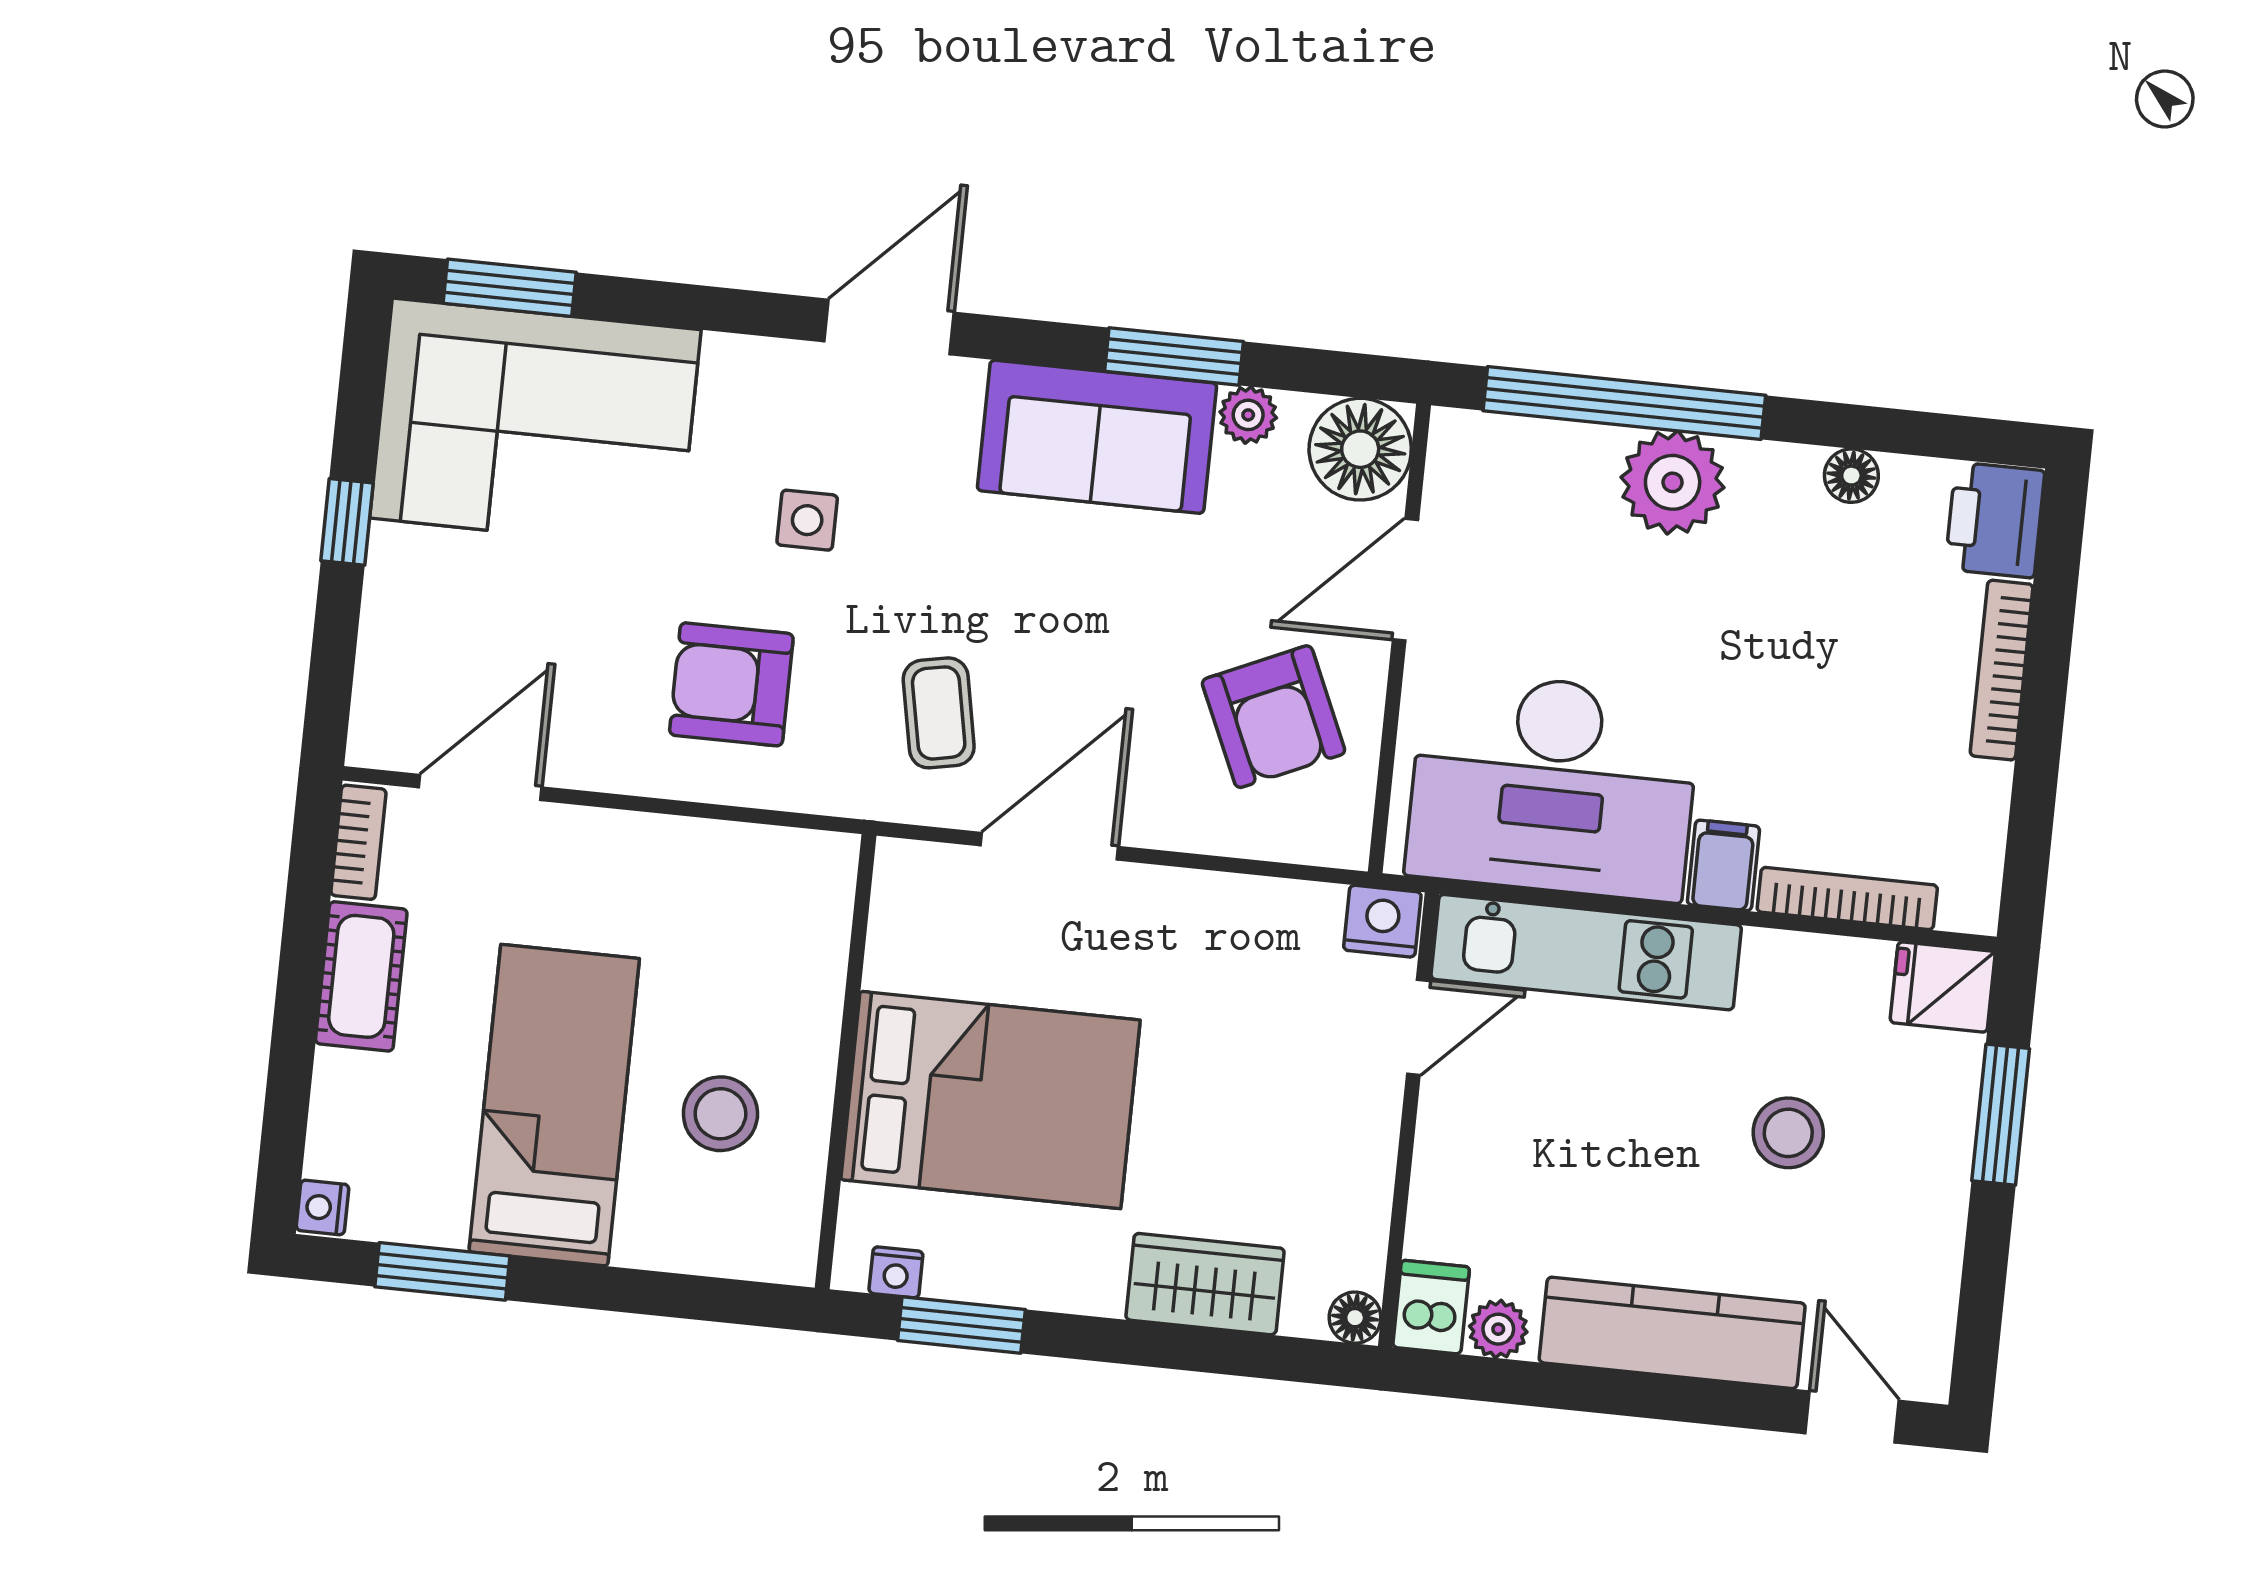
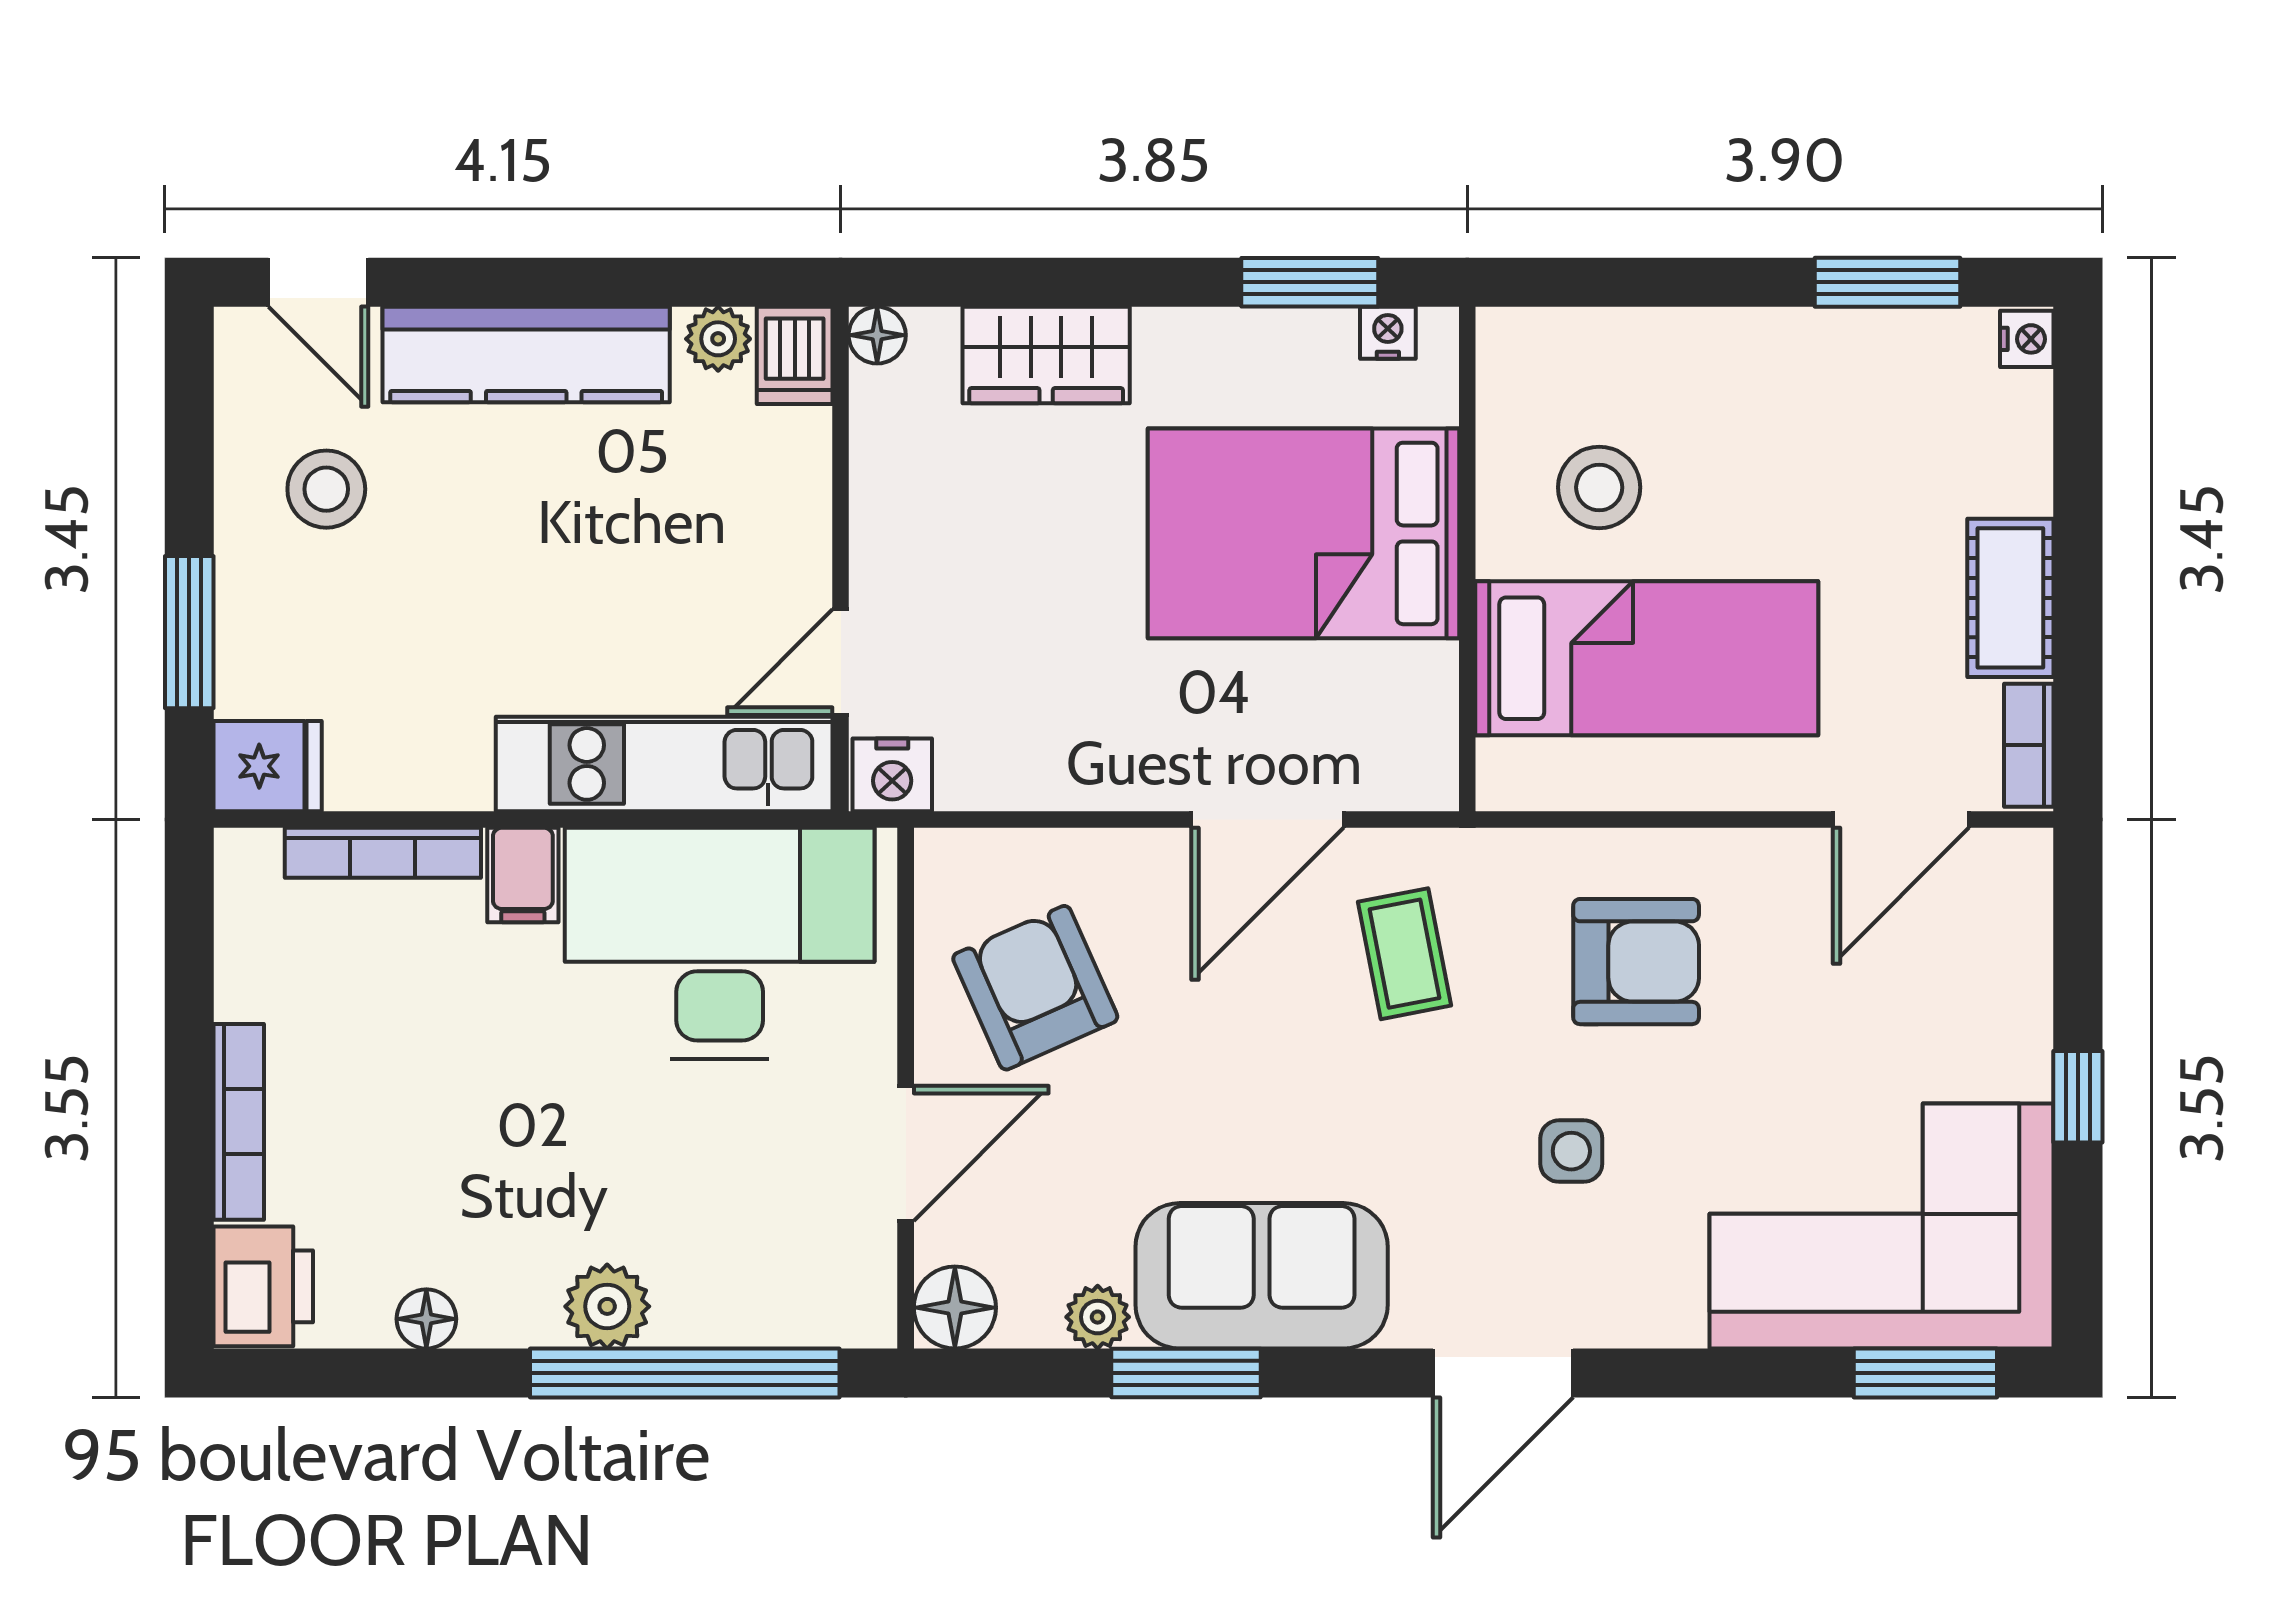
floor lamp: (1360, 449) -> (955, 1308), width x0.73, depth x0.73
plant: (1673, 482) -> (607, 1306), width x0.73, depth x0.73
bed: (554, 1105) -> (1647, 658), moved, turned -90
stool: (1788, 1133) -> (326, 489), moved

